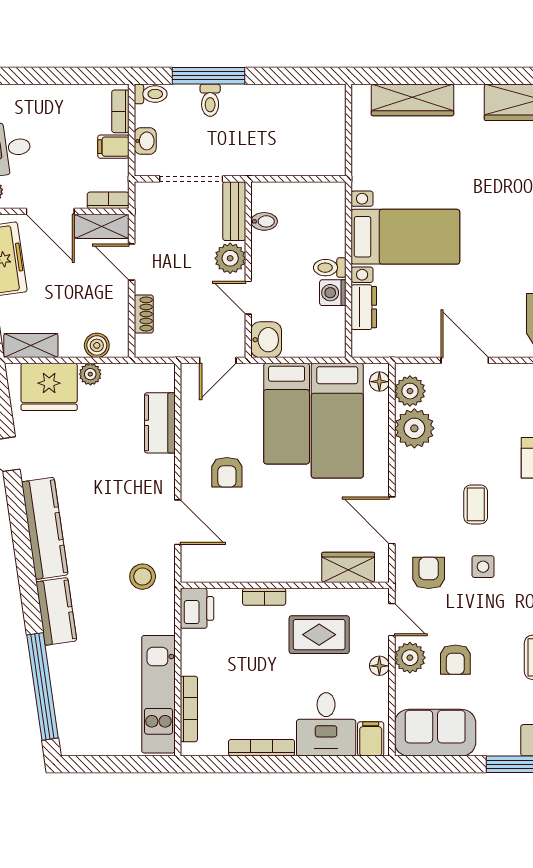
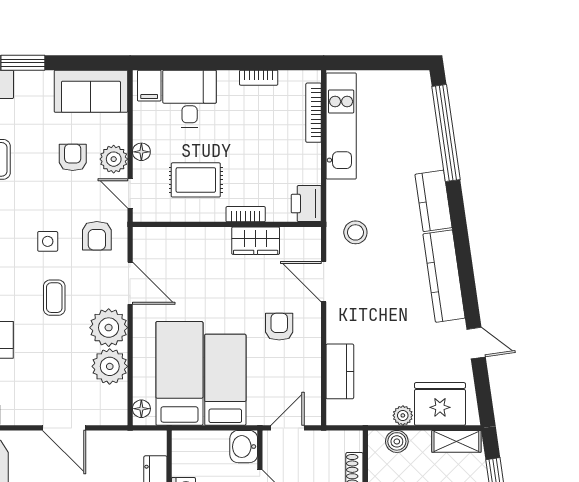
plant: (410, 391) -> (109, 328), moved, width x1.36, depth x1.36
wardrobe: (348, 567) -> (256, 241), moved
bookcase: (262, 748) -> (259, 78), width x0.64

